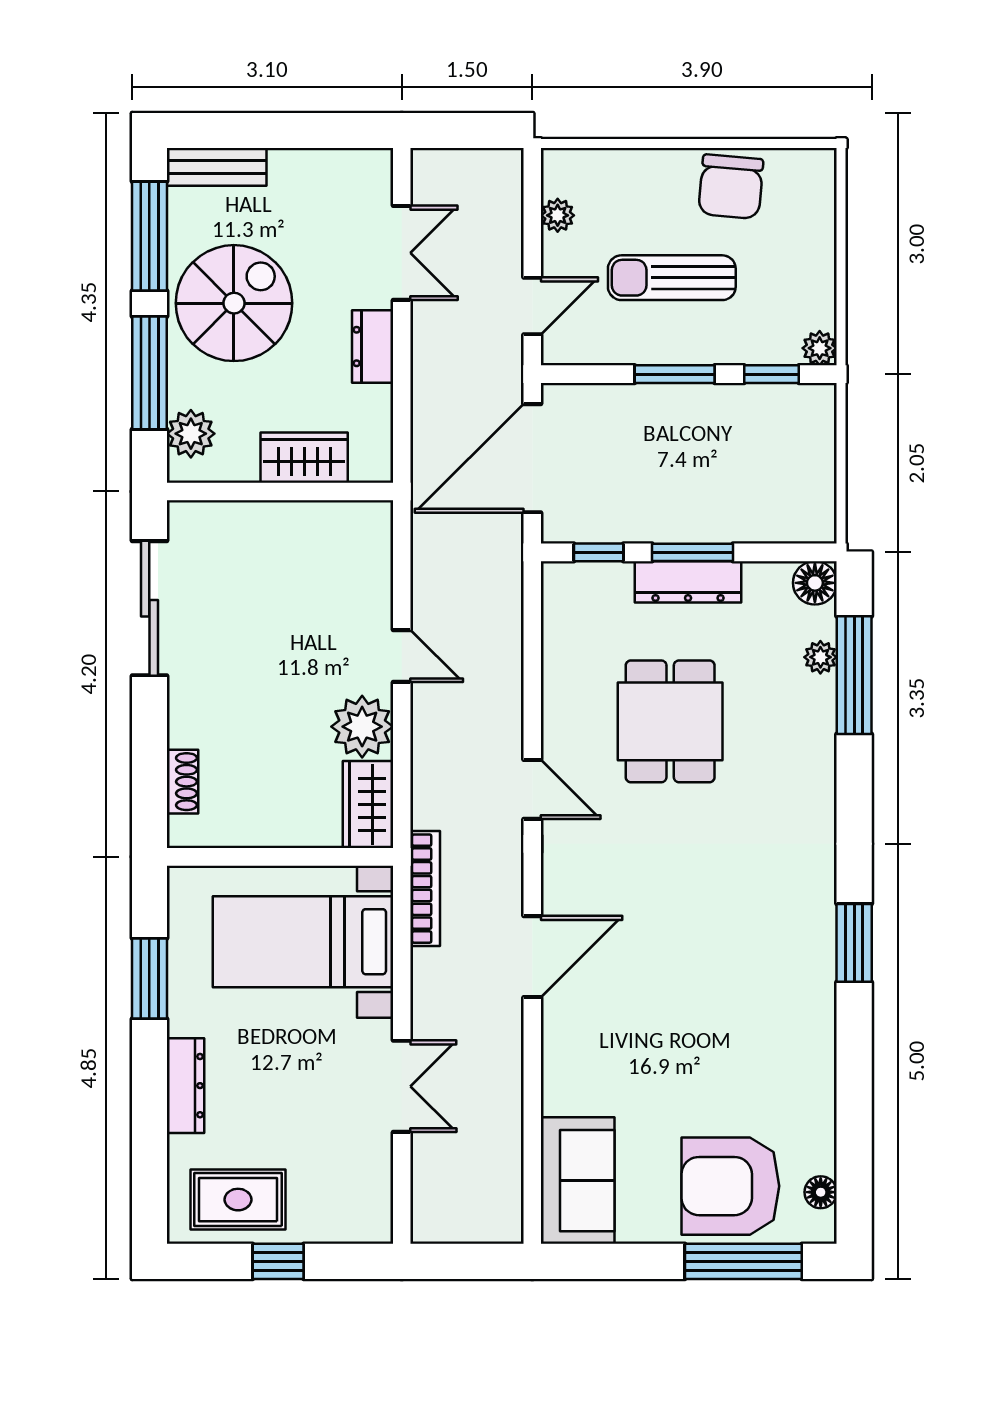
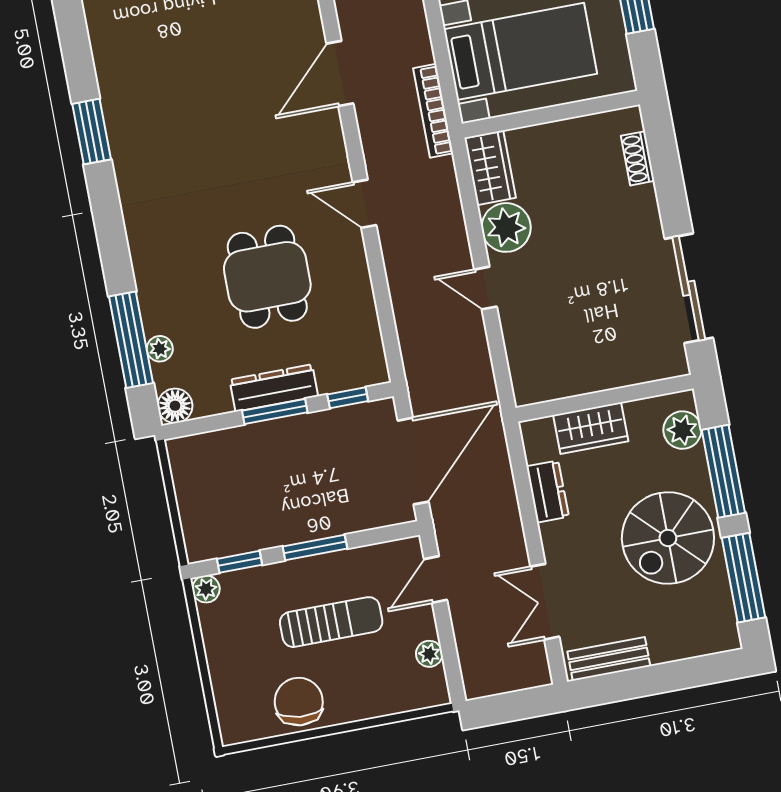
bench: (217, 167) -> (609, 659), moved
dresser: (373, 347) -> (548, 492), moved

